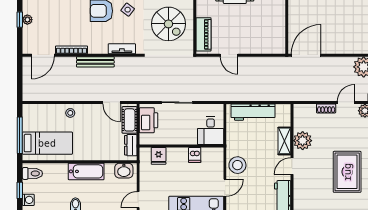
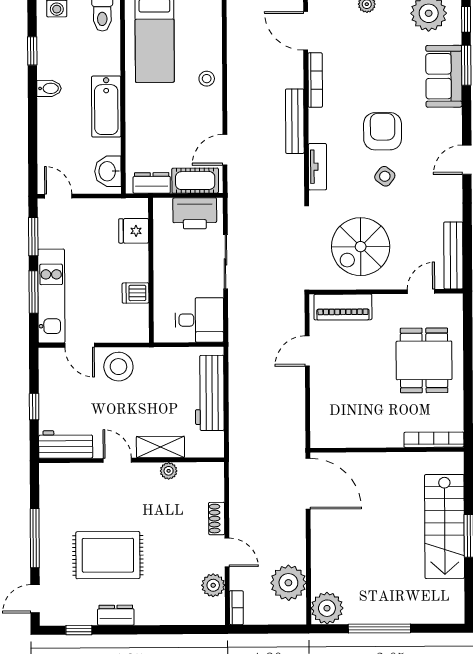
desk: (211, 131) -> (199, 320), moved, turned 180
plant: (303, 141) -> (169, 471), width x0.53, depth x0.53

